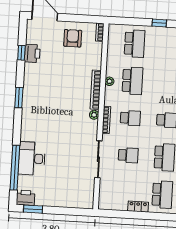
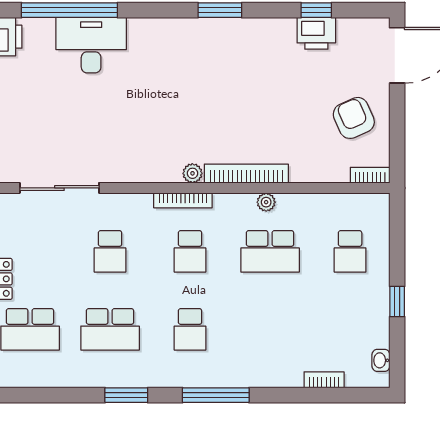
armchair: (73, 38) -> (354, 118), turned -114
school desk: (135, 44) -> (350, 251), width x0.54
sliding door: (98, 159) -> (59, 188), moved

